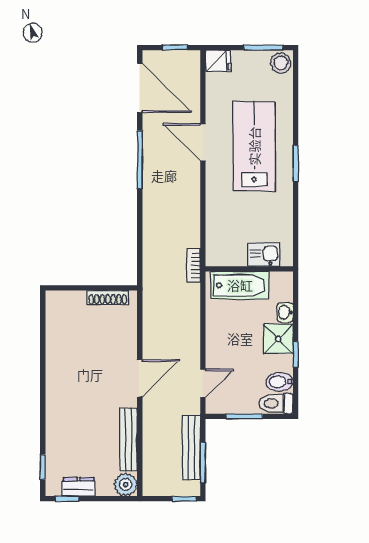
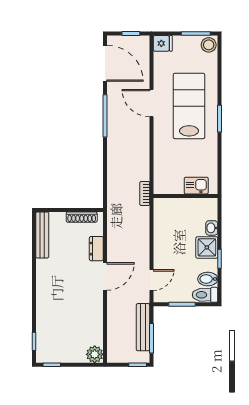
bathtub: (240, 285) -> (179, 208), removed
bench: (128, 440) -> (42, 235), moved
dresser: (79, 487) -> (96, 249), moved, turned -90

